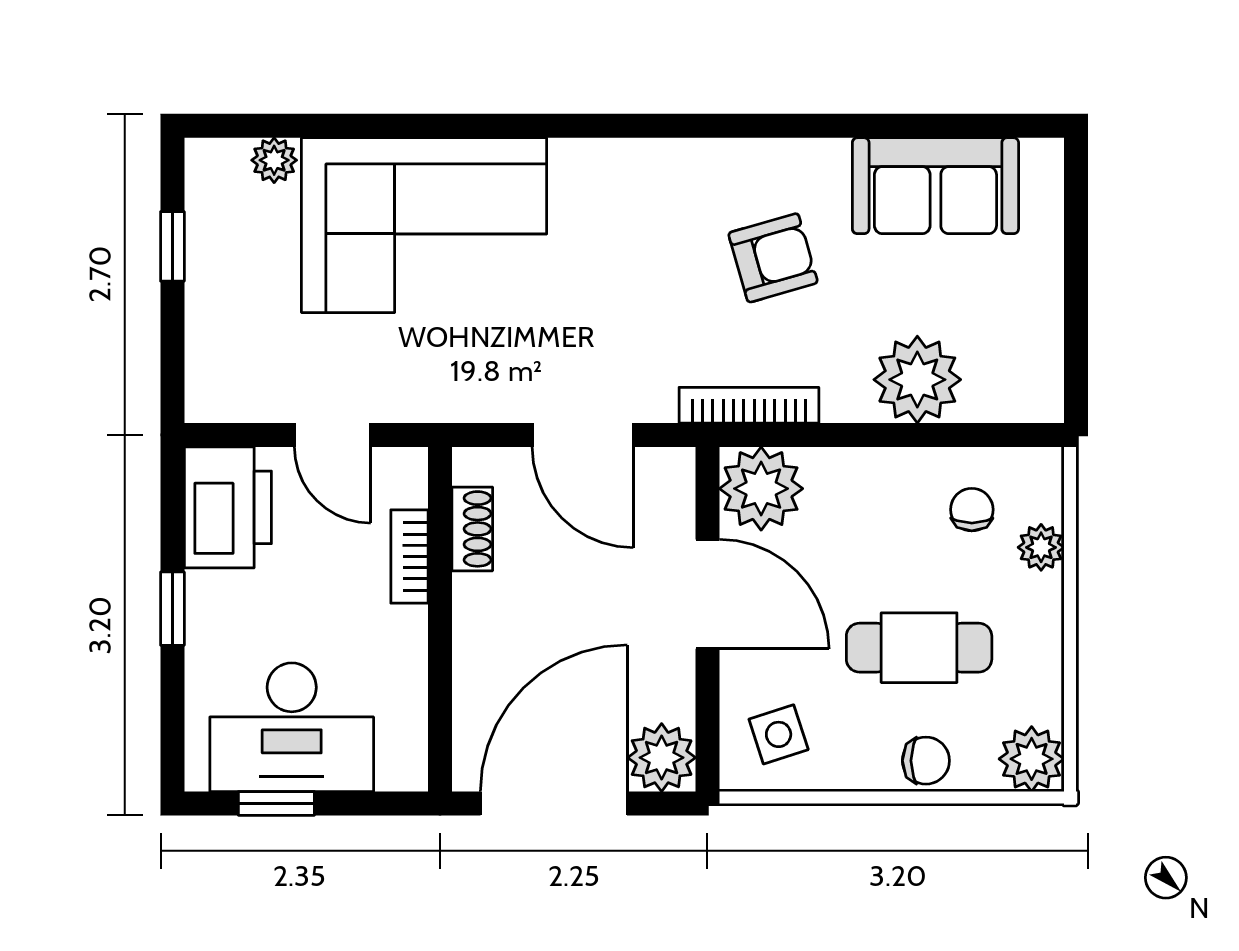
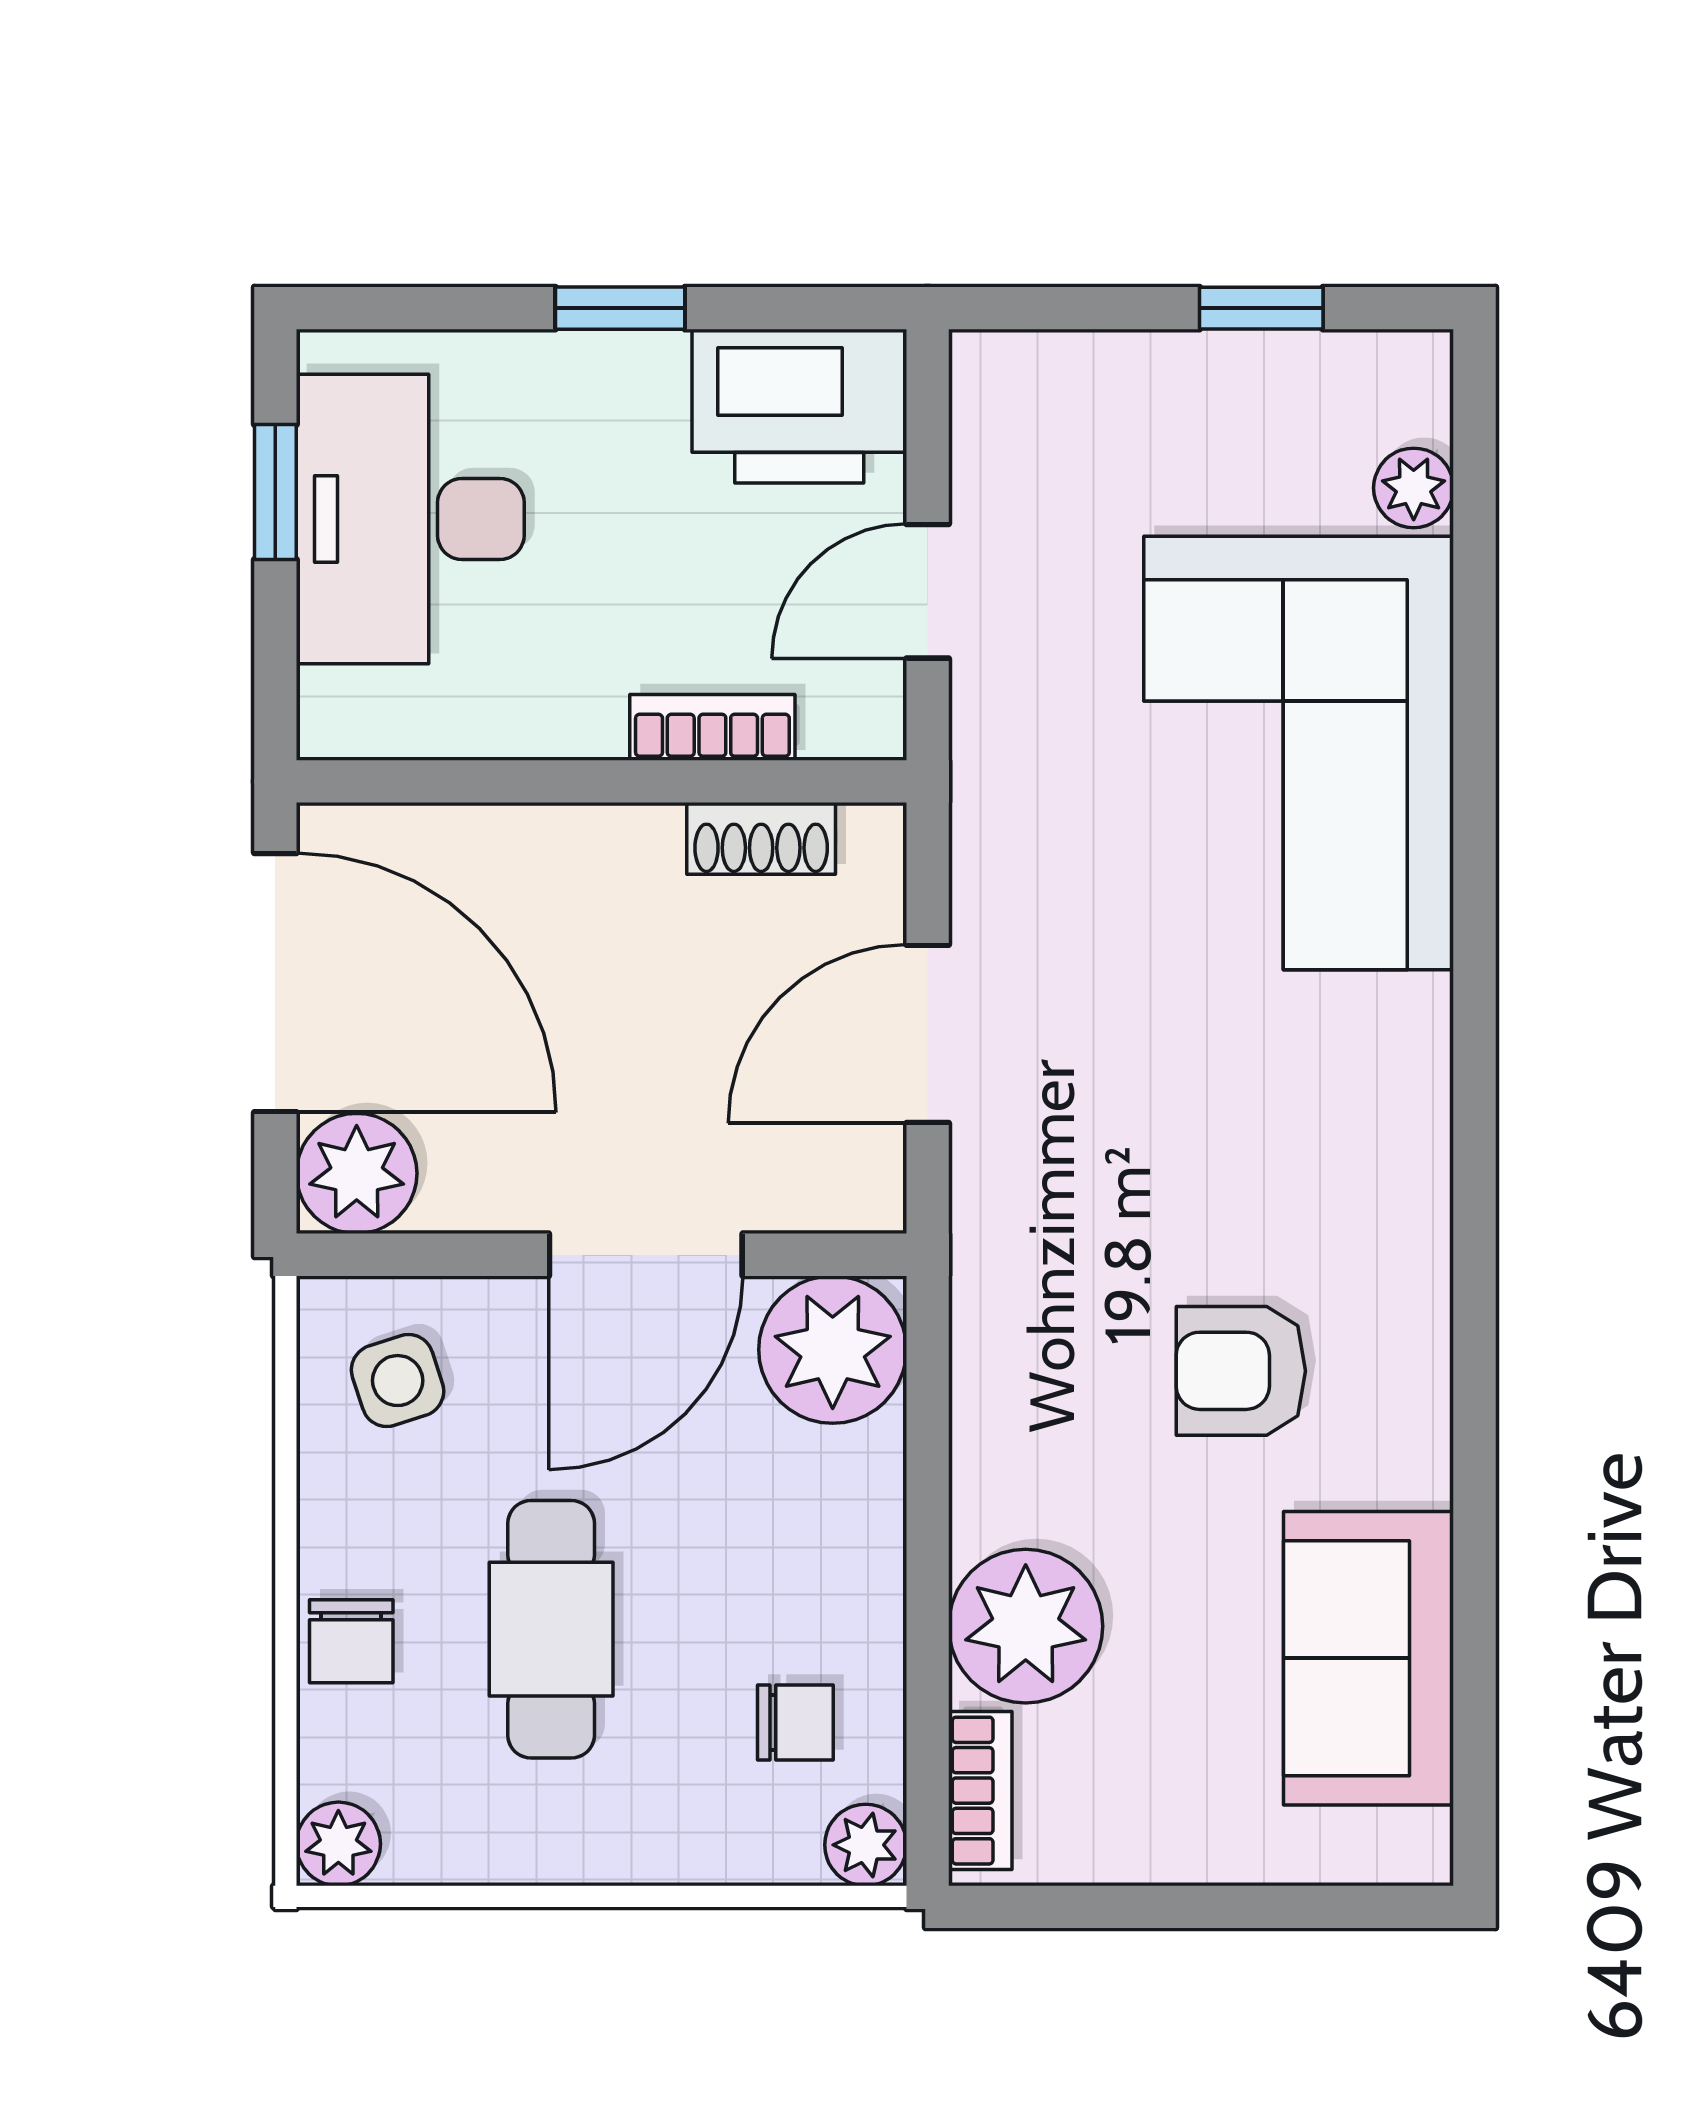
armchair: (773, 258) -> (1241, 1371), turned 106
bookcase: (749, 405) -> (980, 1791), moved, width x0.64
plant: (1041, 547) -> (866, 1845), moved
plant: (1032, 759) -> (338, 1844), width x0.73, depth x0.73

